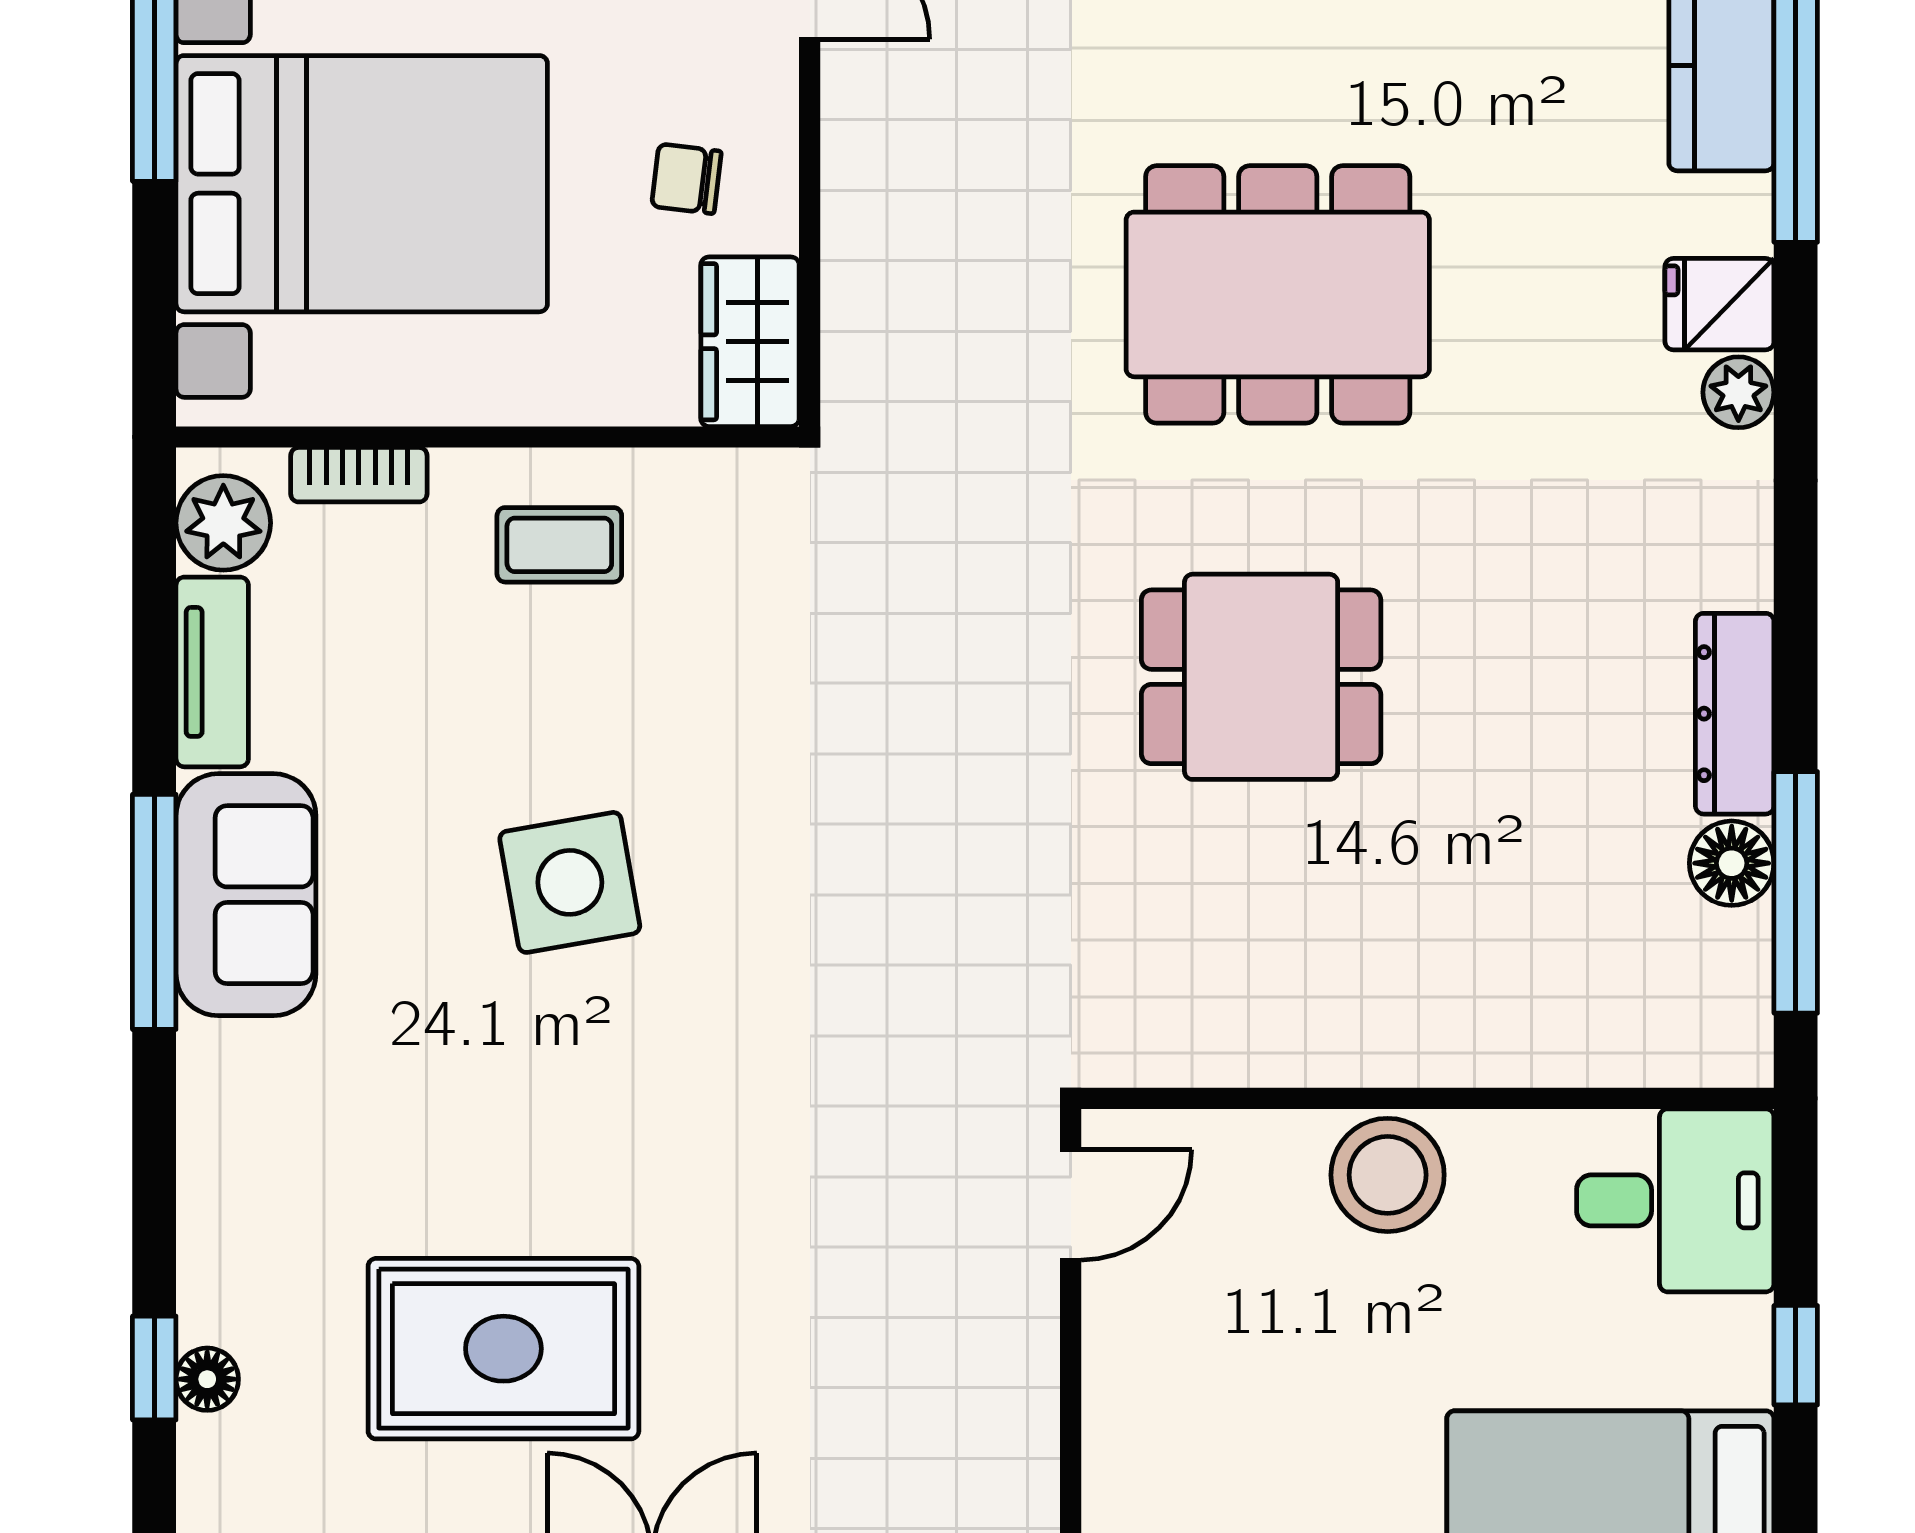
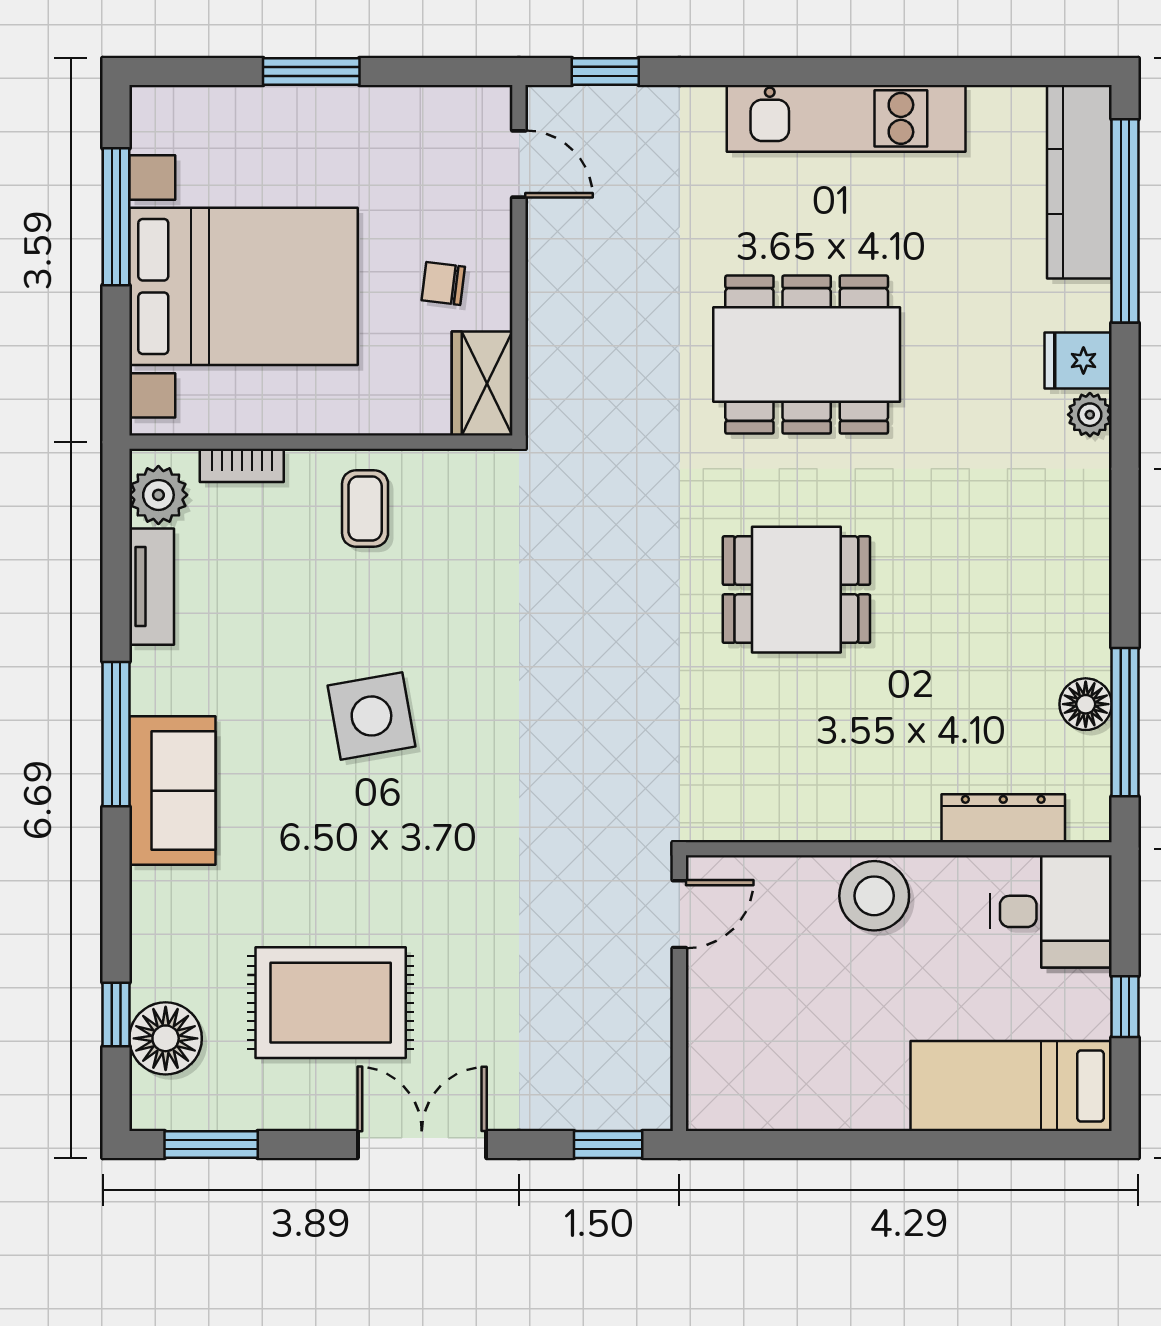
coffee table: (559, 545) -> (365, 508), turned 90
dresser: (1735, 714) -> (1003, 818), moved, turned 90
sofa: (246, 895) -> (172, 791), moved
floor lamp: (207, 1379) -> (166, 1038), width x1.89, depth x1.89

